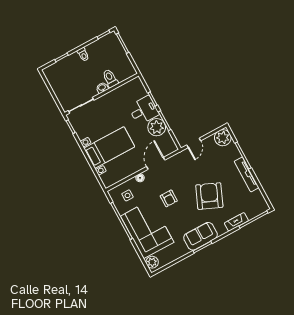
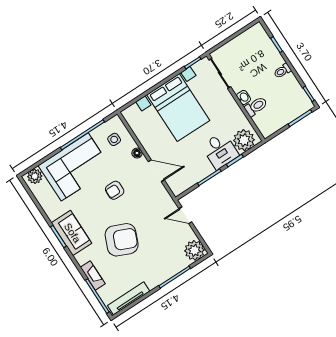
plant: (157, 127) -> (244, 140), moved
bed with nightstands: (109, 148) -> (178, 108), width x1.36
tv unit: (247, 174) -> (129, 298), moved

